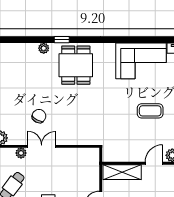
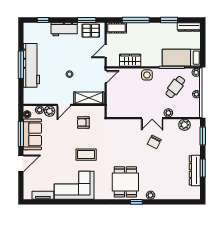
coffee table: (150, 111) -> (86, 155), moved
armchair: (129, 141) -> (83, 122), added

